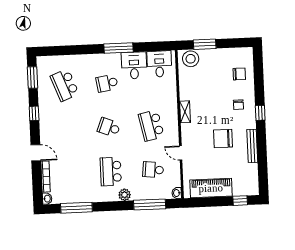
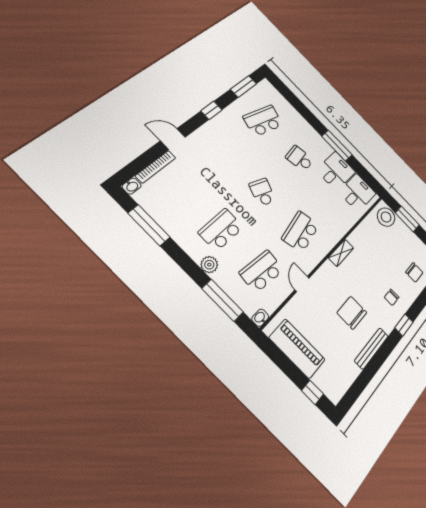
school desk: (65, 85) -> (263, 121), turned 36
door: (36, 153) -> (173, 139), swing flipped
school desk: (153, 170) -> (262, 271), width x1.85

